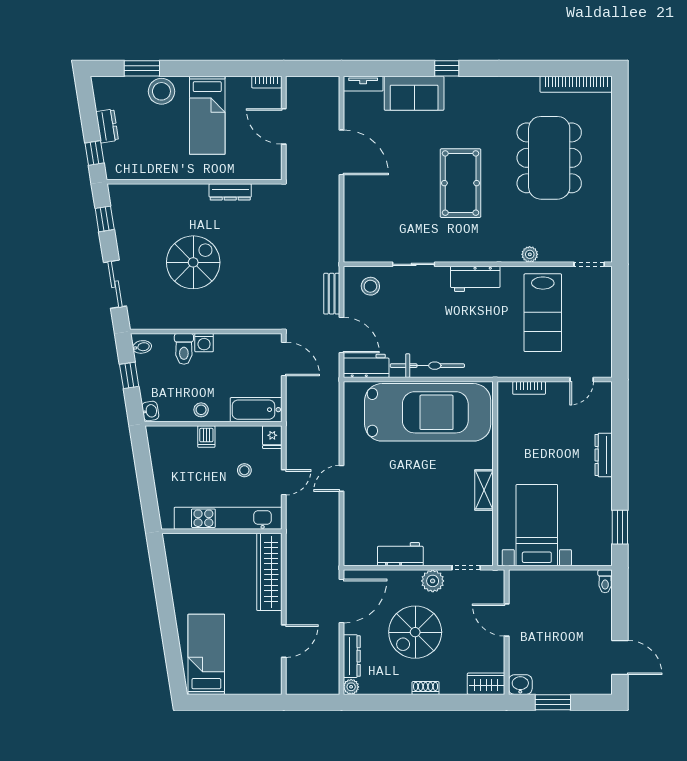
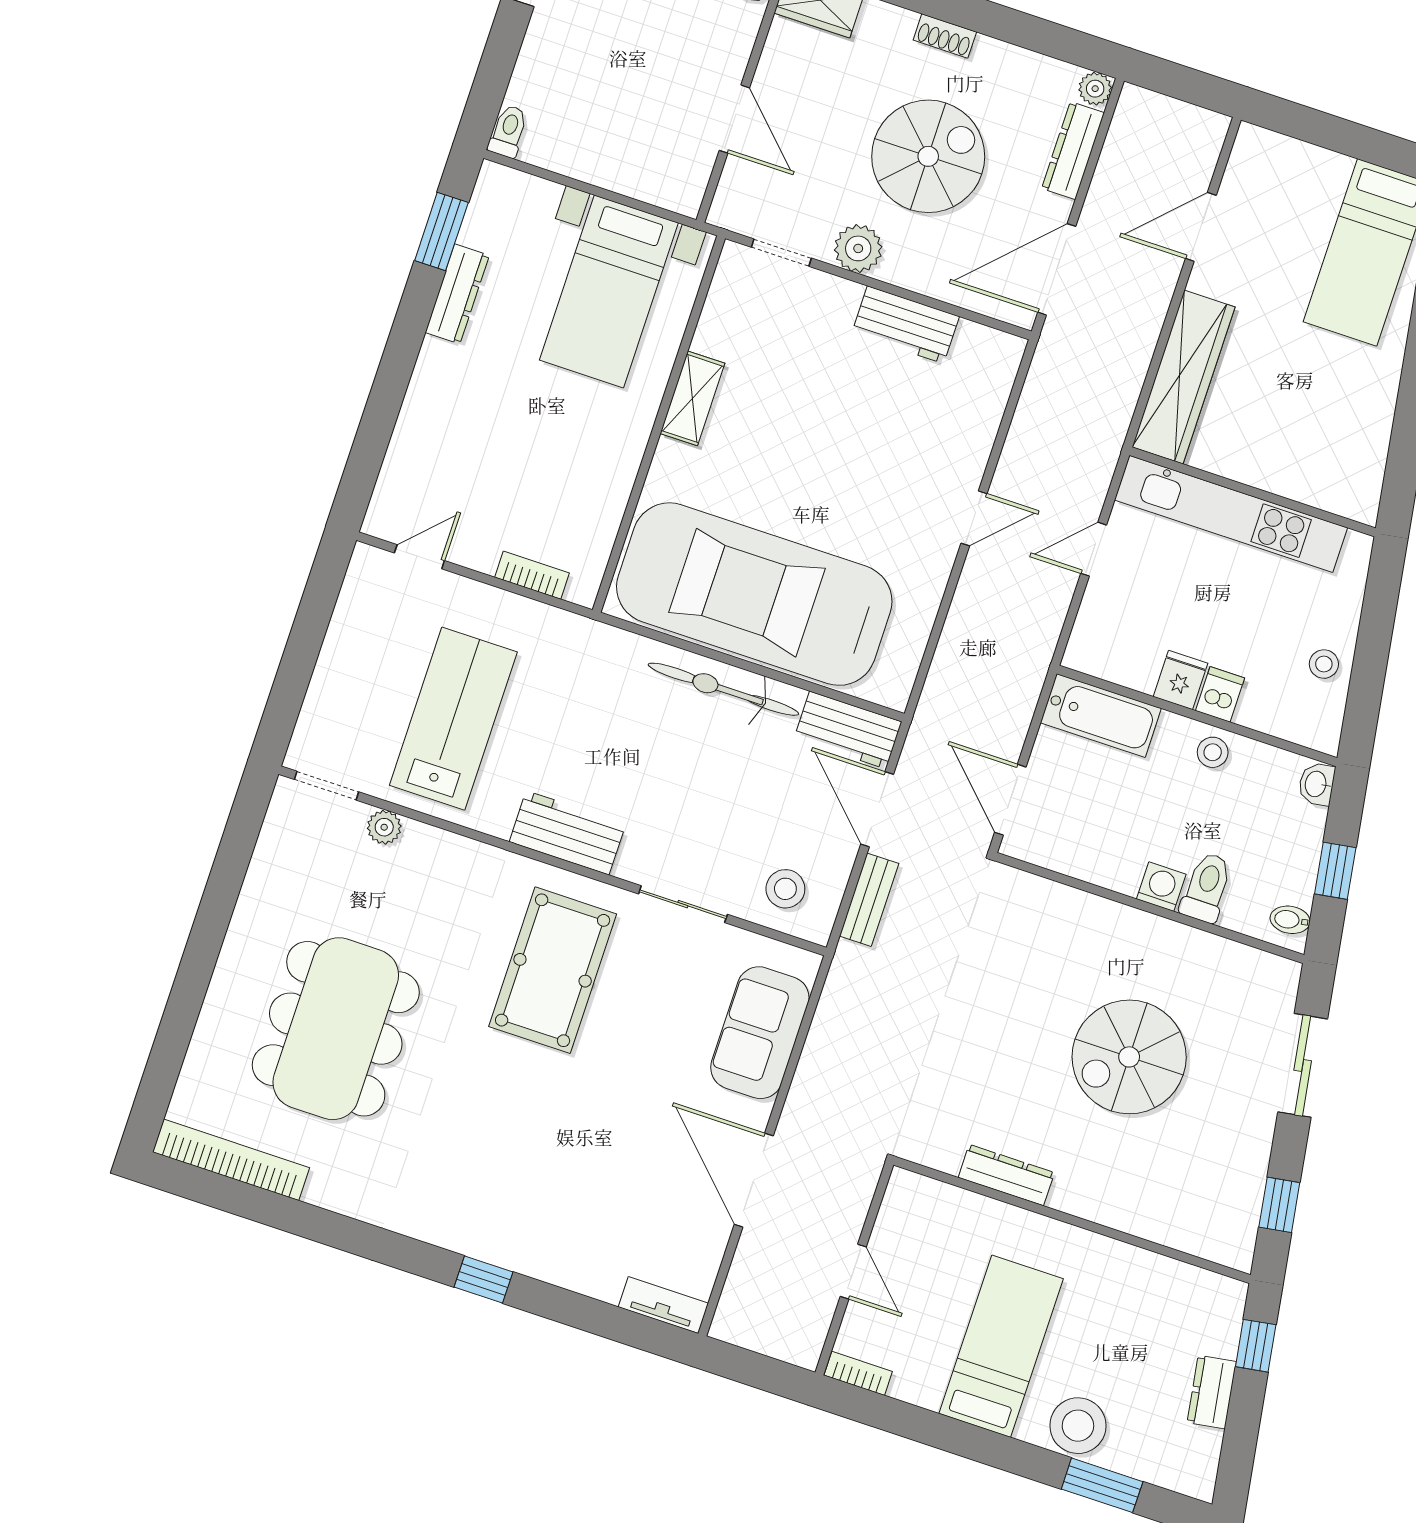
sofa: (414, 93) -> (760, 1033), moved, turned -90
door: (284, 126) -> (853, 1272), width x0.73
pool table: (461, 183) -> (553, 970), moved
plant: (530, 254) -> (384, 827), moved
fridge: (272, 437) -> (1180, 680), moved
dresser: (604, 455) -> (457, 294), moved
stool: (244, 470) -> (1324, 664), moved

